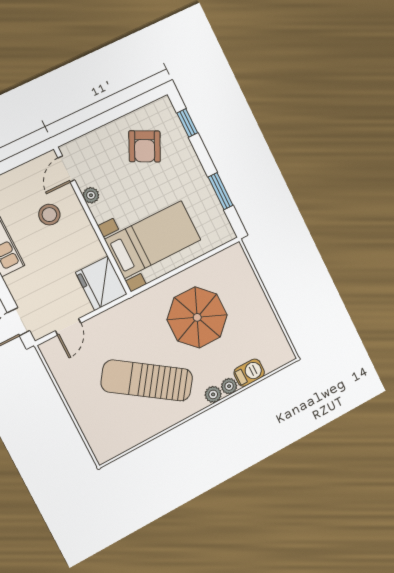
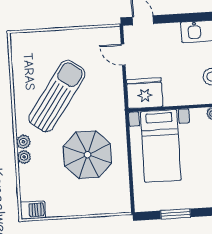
barbecue: (249, 373) -> (33, 210), moved, turned -90

